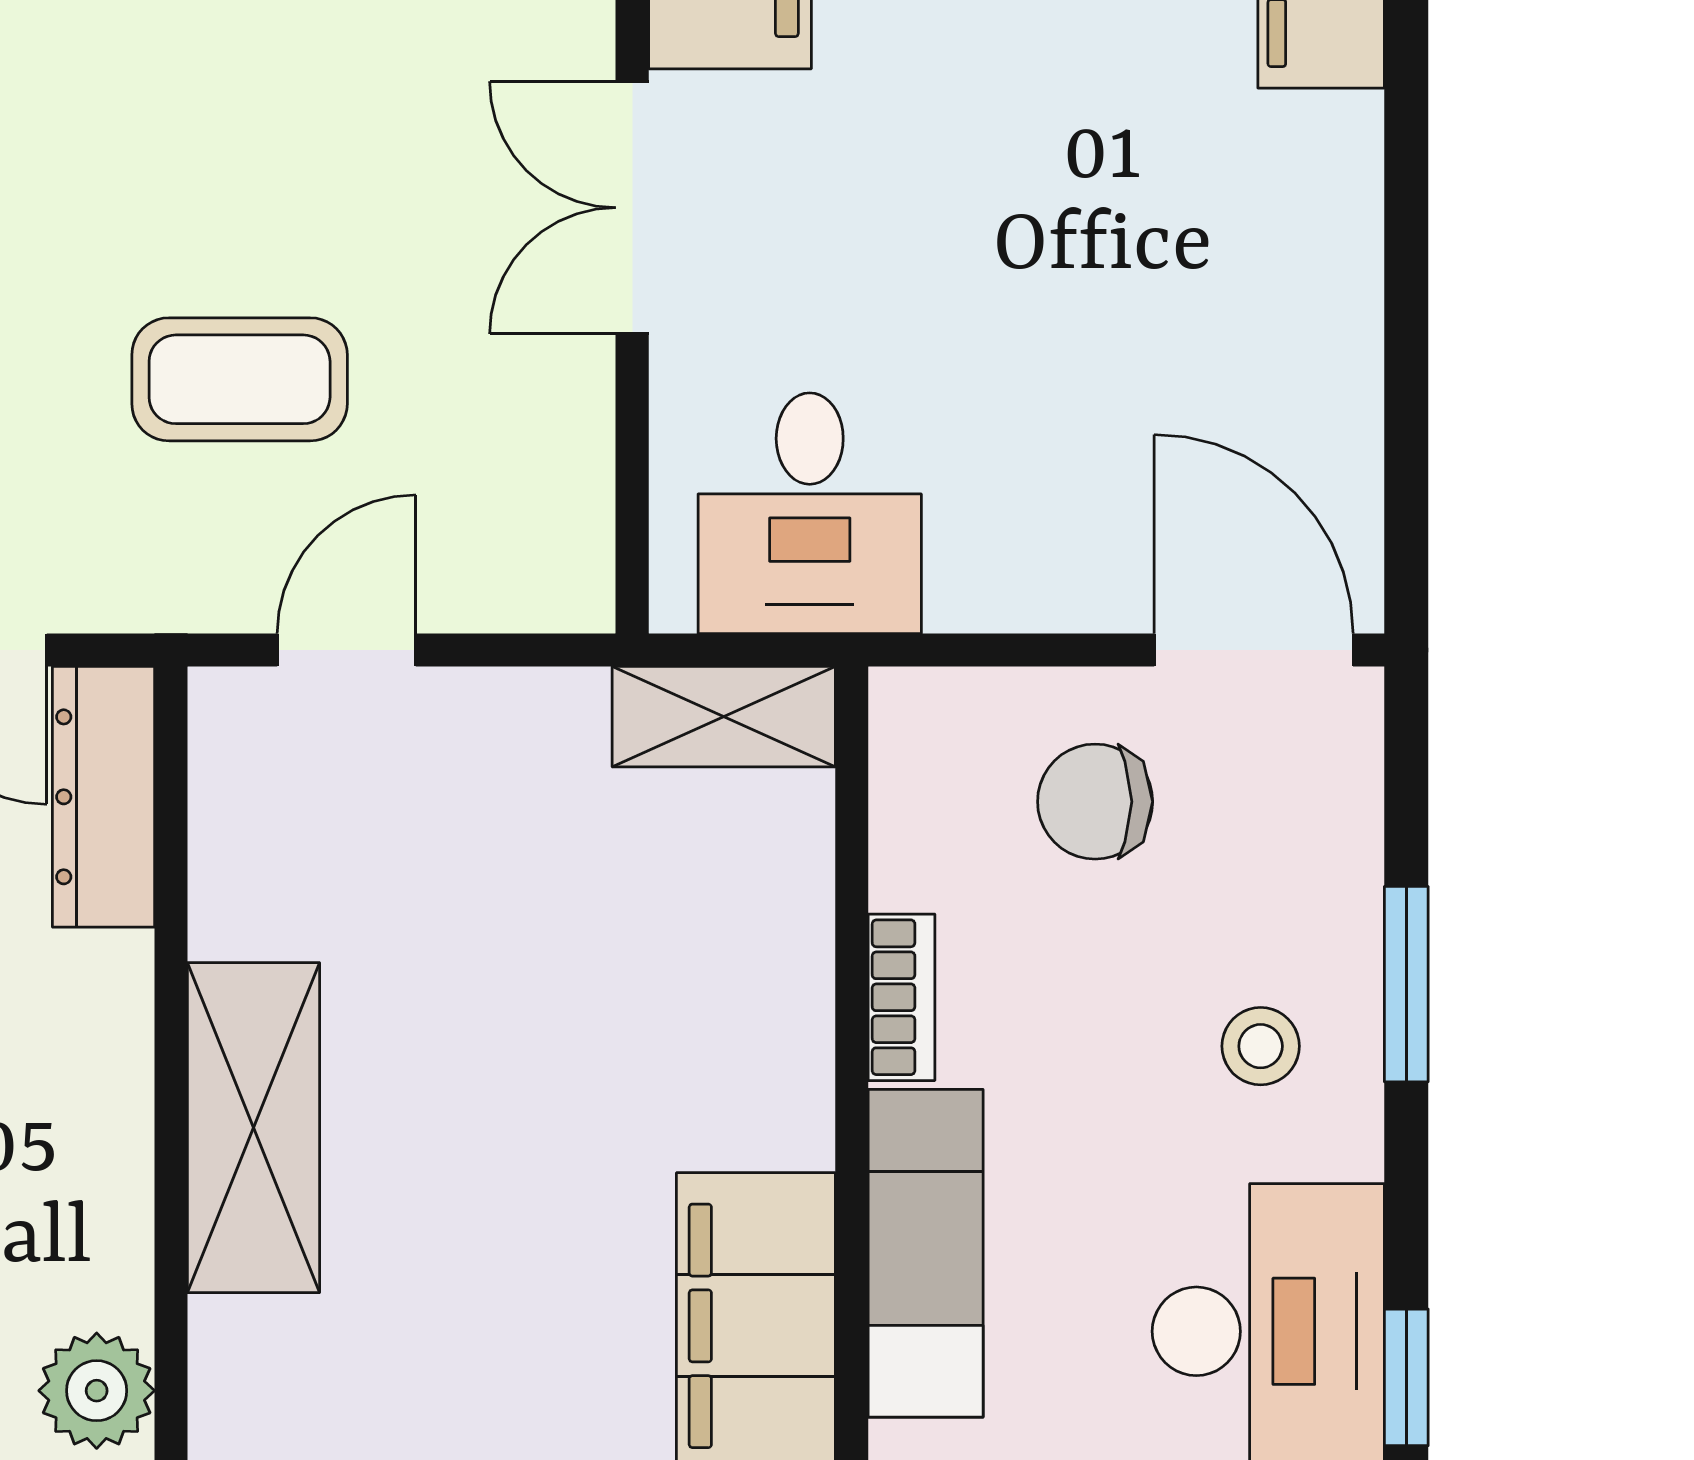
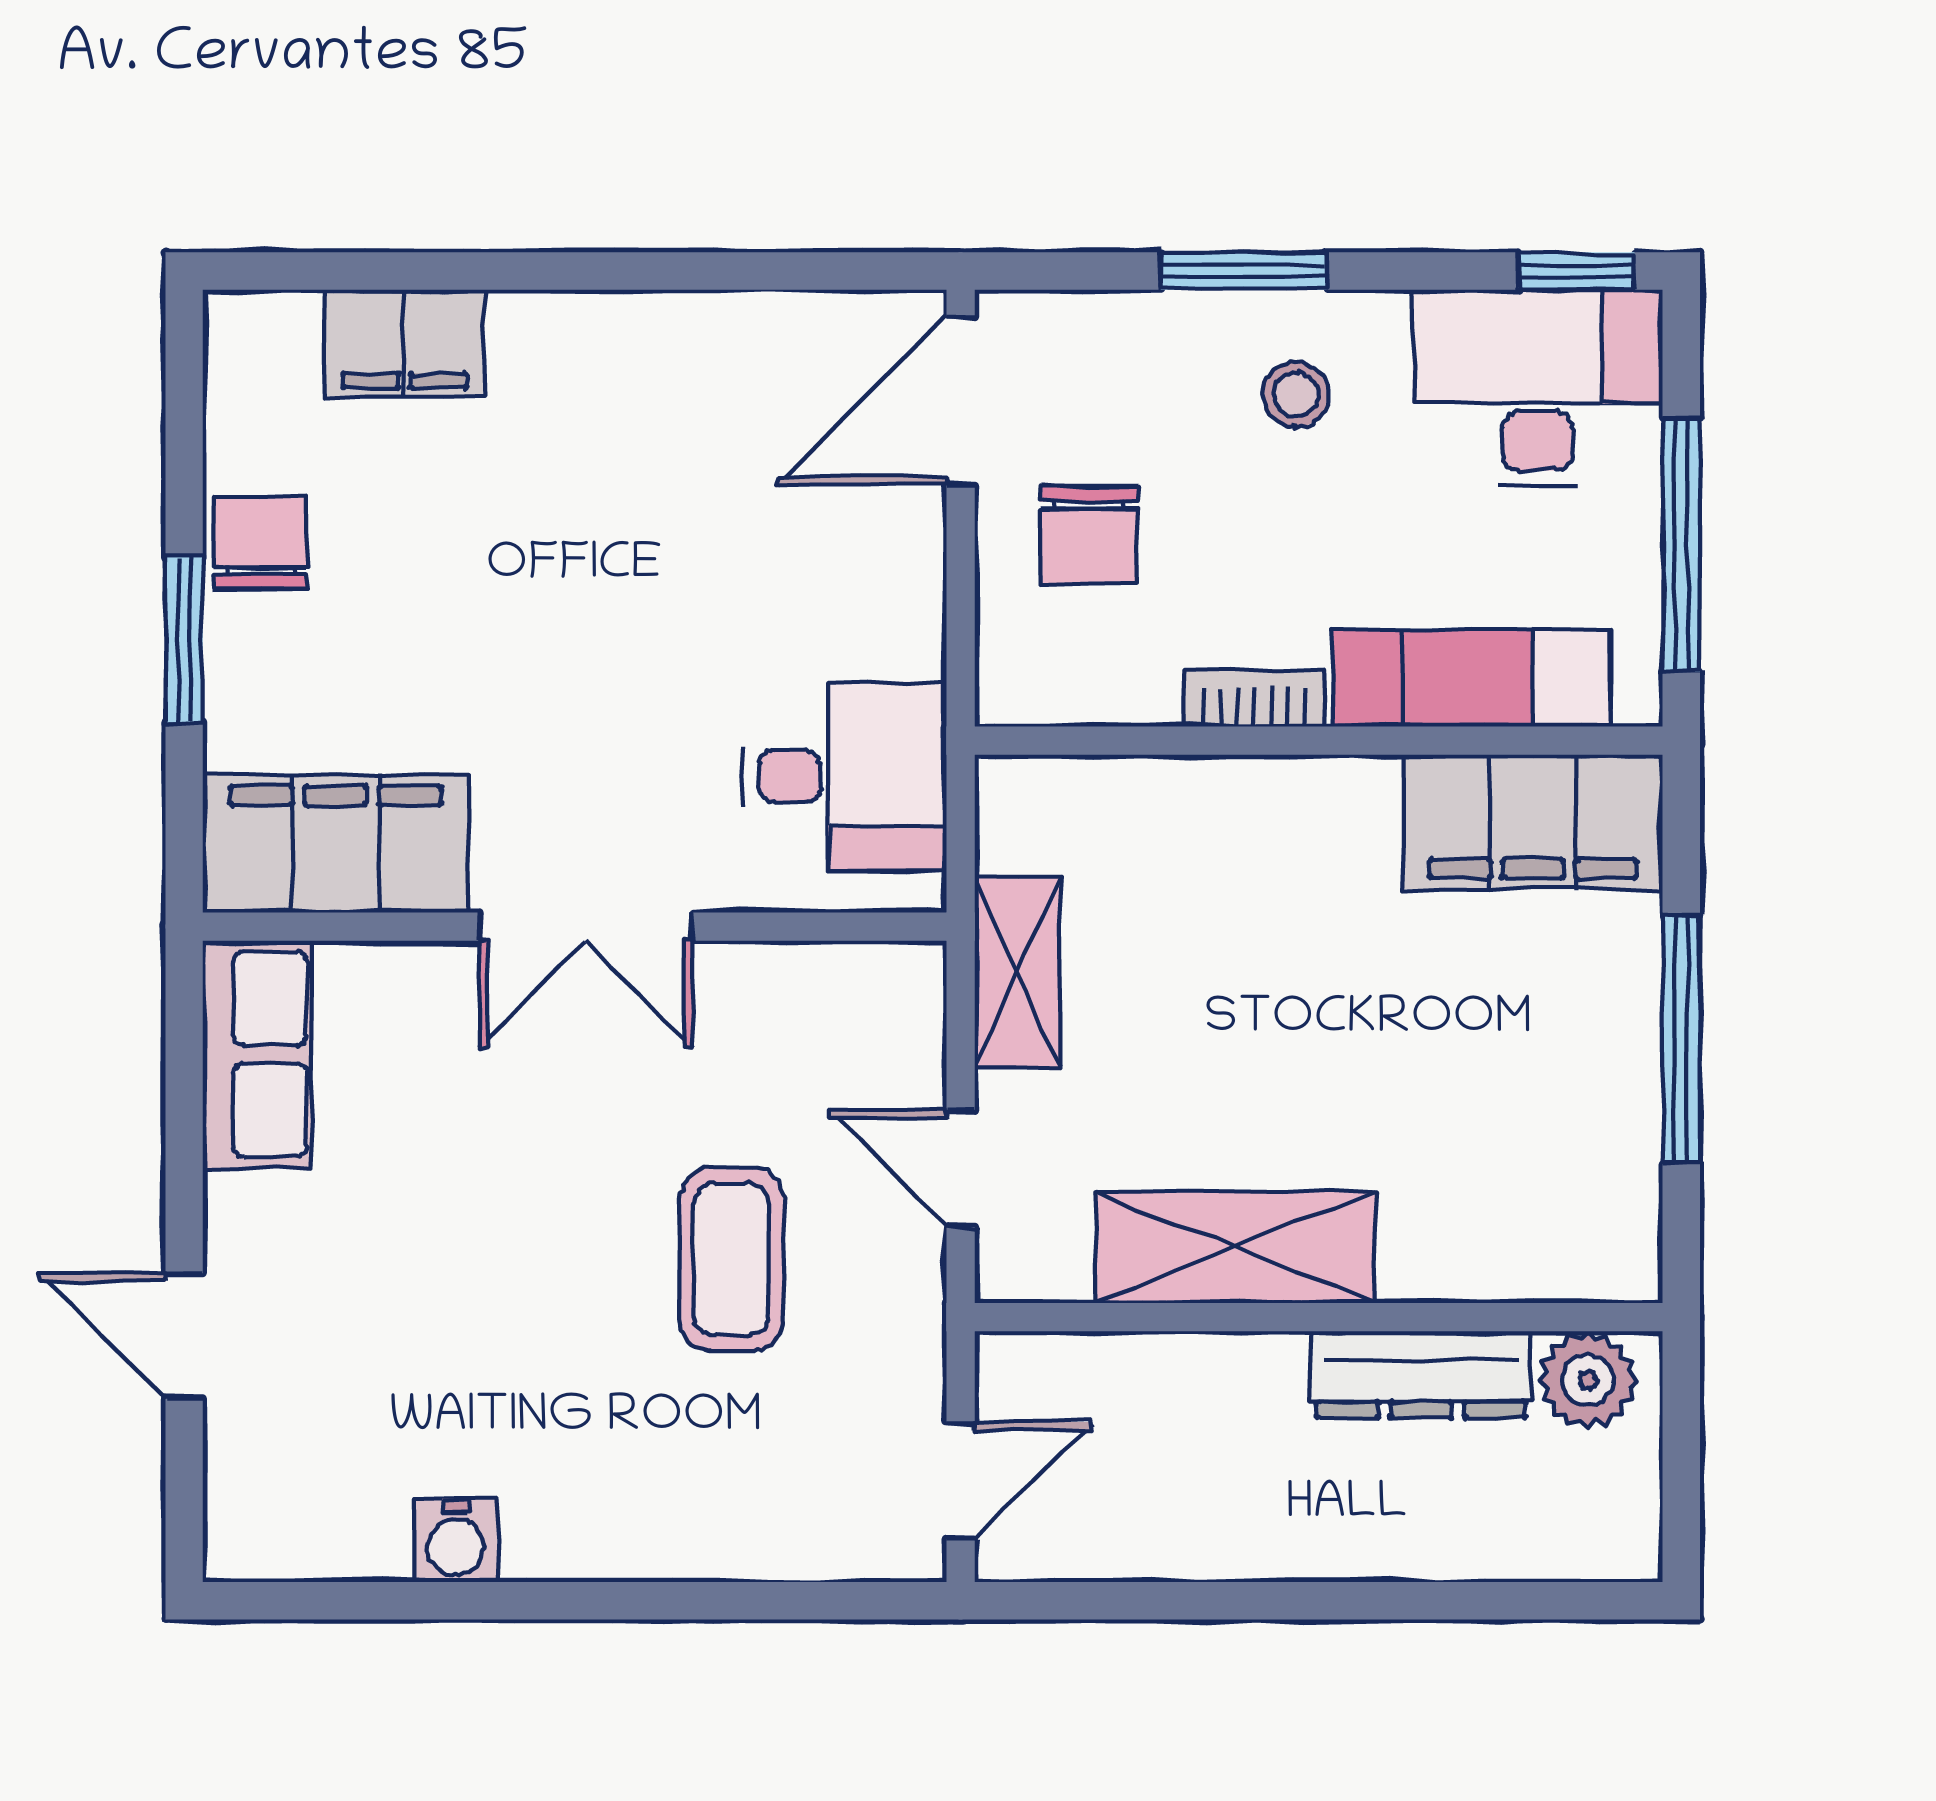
shelving: (724, 717) -> (1017, 973), moved
dresser: (104, 797) -> (1421, 1374), moved
shelving: (253, 1128) -> (1235, 1247), moved

